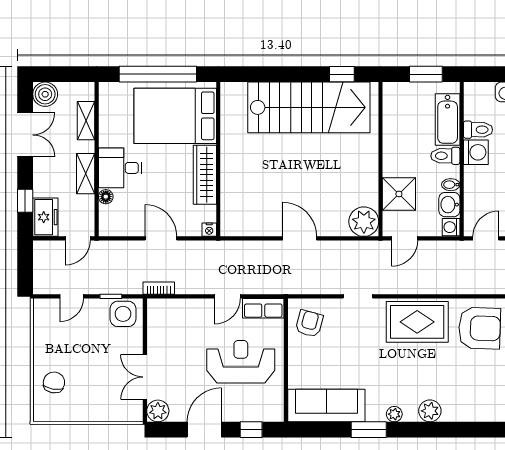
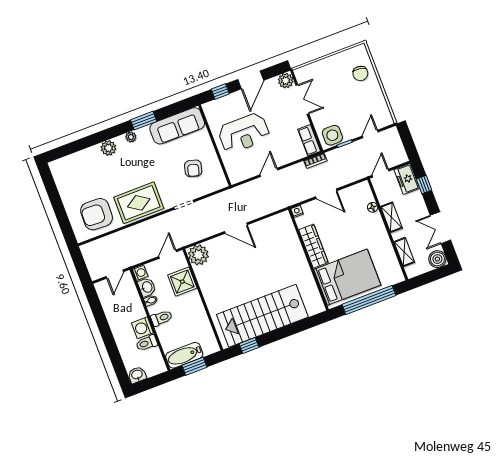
bathtub: (448, 120) -> (184, 355), moved, turned -90
desk: (120, 168) -> (370, 230), removed
row of seats: (263, 308) -> (309, 140), moved, turned -90
armchair: (309, 324) -> (193, 168), moved

